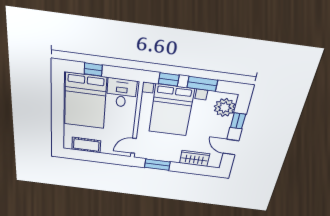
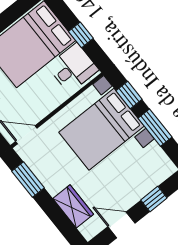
window: (93, 70) -> (81, 35), moved
plant: (225, 107) -> (154, 172), removed
door: (231, 147) -> (121, 225), hinge flipped

